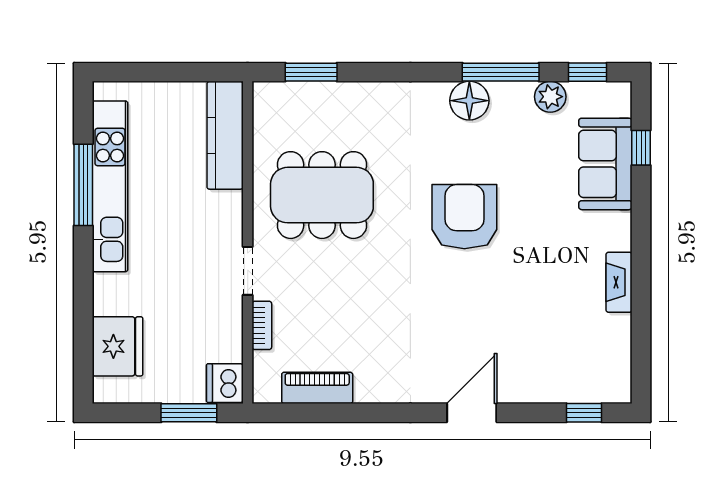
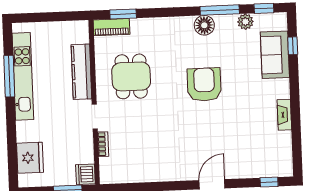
kitchen counter: (225, 135) -> (81, 72), moved
dining table: (322, 195) -> (131, 76), width x0.73
piano: (317, 388) -> (112, 27), moved, turned 180

